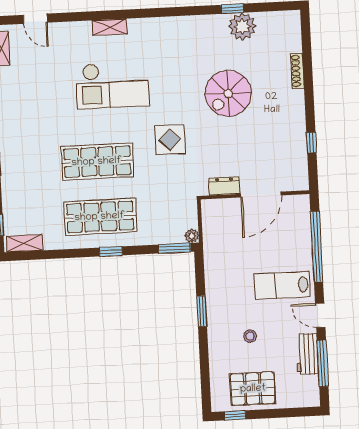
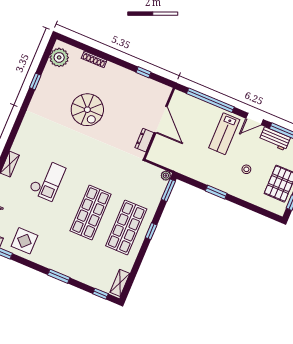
plant: (242, 26) -> (59, 57), moved
checkout: (112, 85) -> (47, 180), width x0.73, depth x0.83
display table: (170, 140) -> (24, 241), moved

